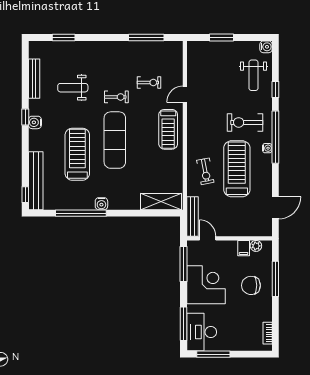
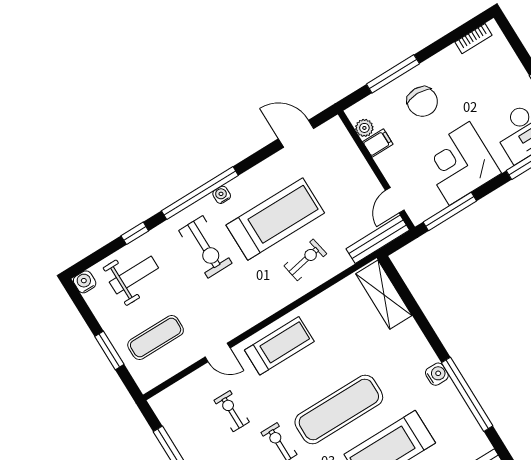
exercise mat: (213, 66) -> (156, 337), added
treadmill: (237, 169) -> (275, 219), turned 180

